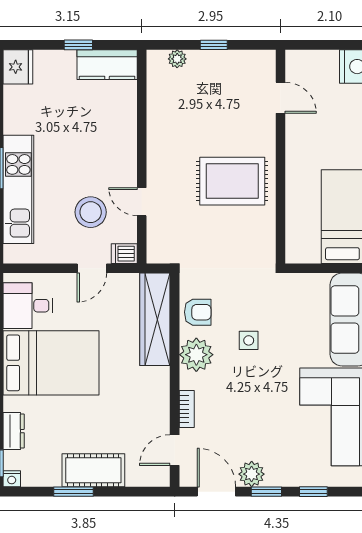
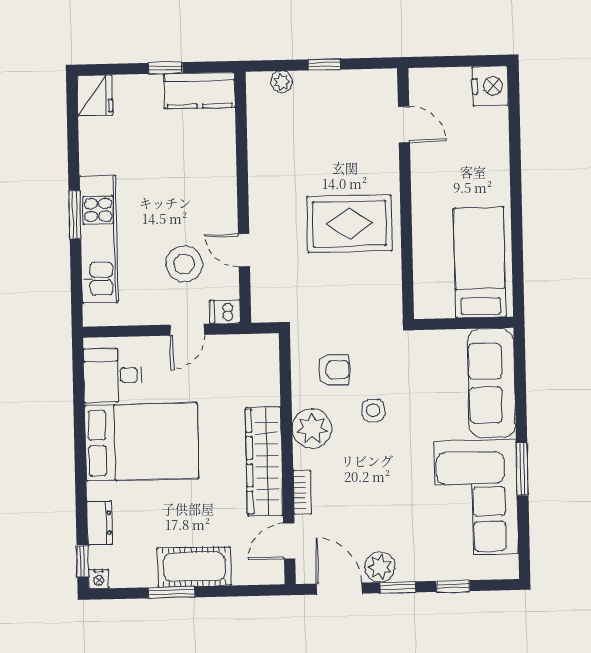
armchair: (198, 312) -> (334, 370), moved
wardrobe: (155, 319) -> (264, 461), moved

